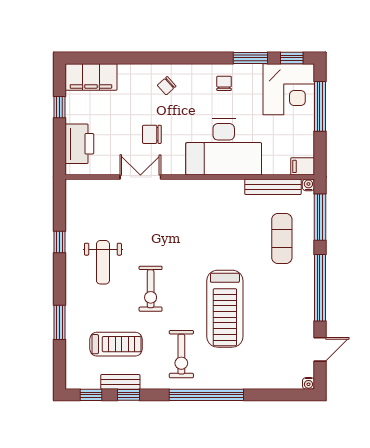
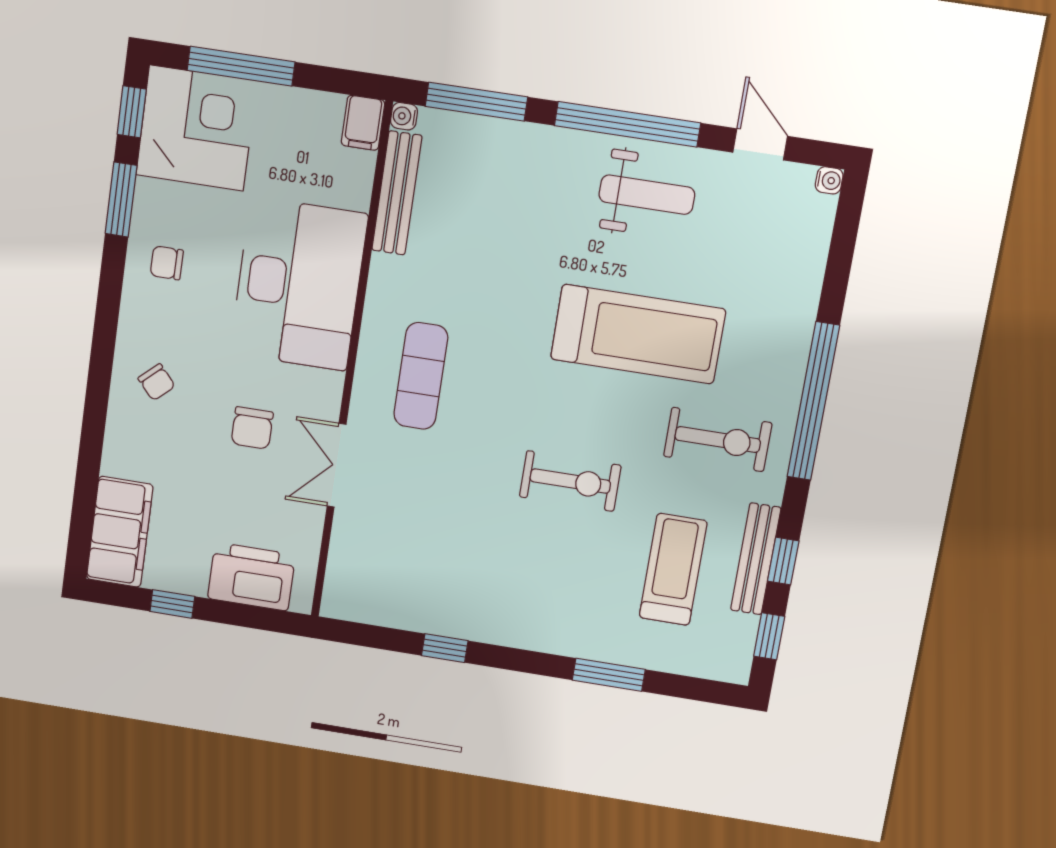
exercise mat: (282, 239) -> (421, 376), moved, turned 90
weight bench: (103, 262) -> (647, 195), moved
bench: (120, 382) -> (756, 559), width x1.36

